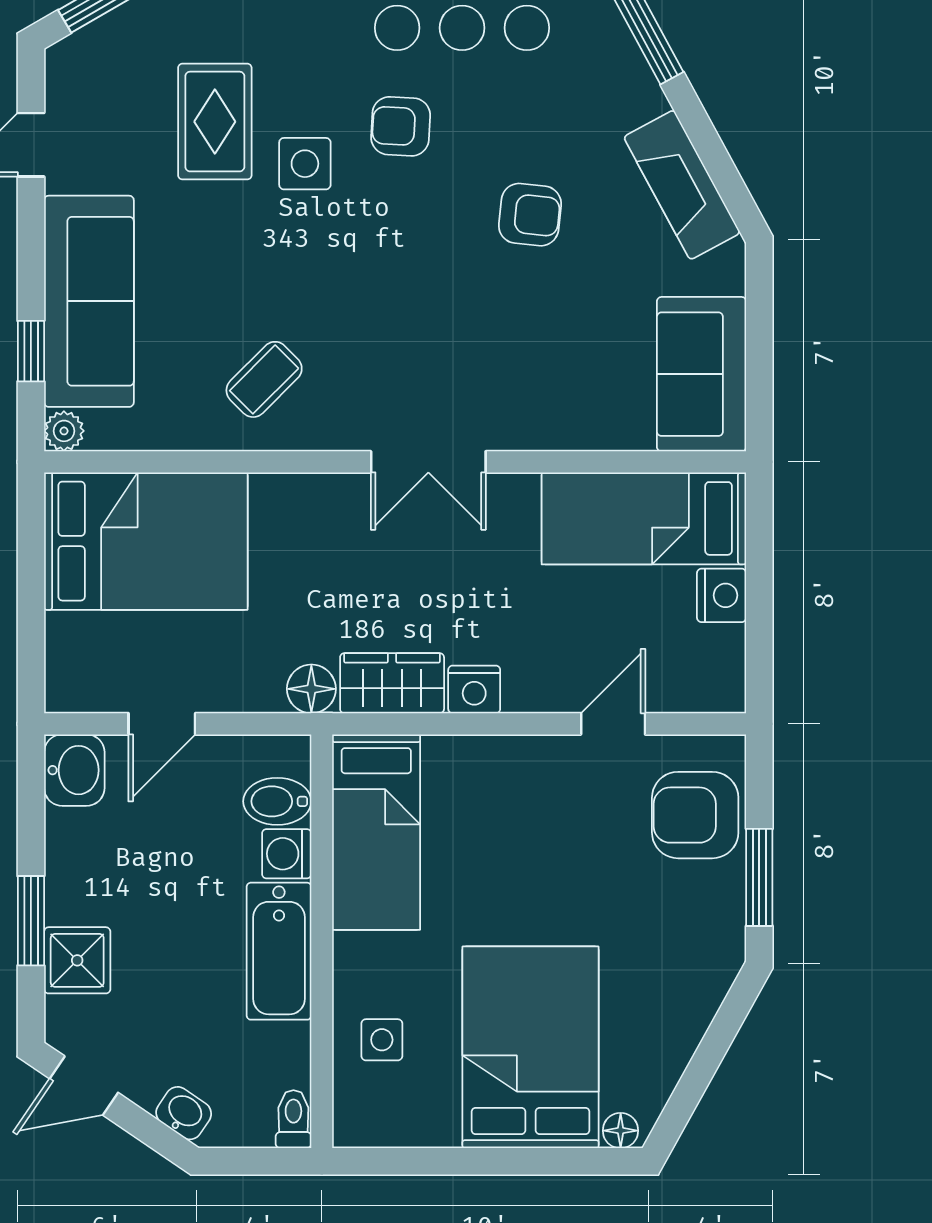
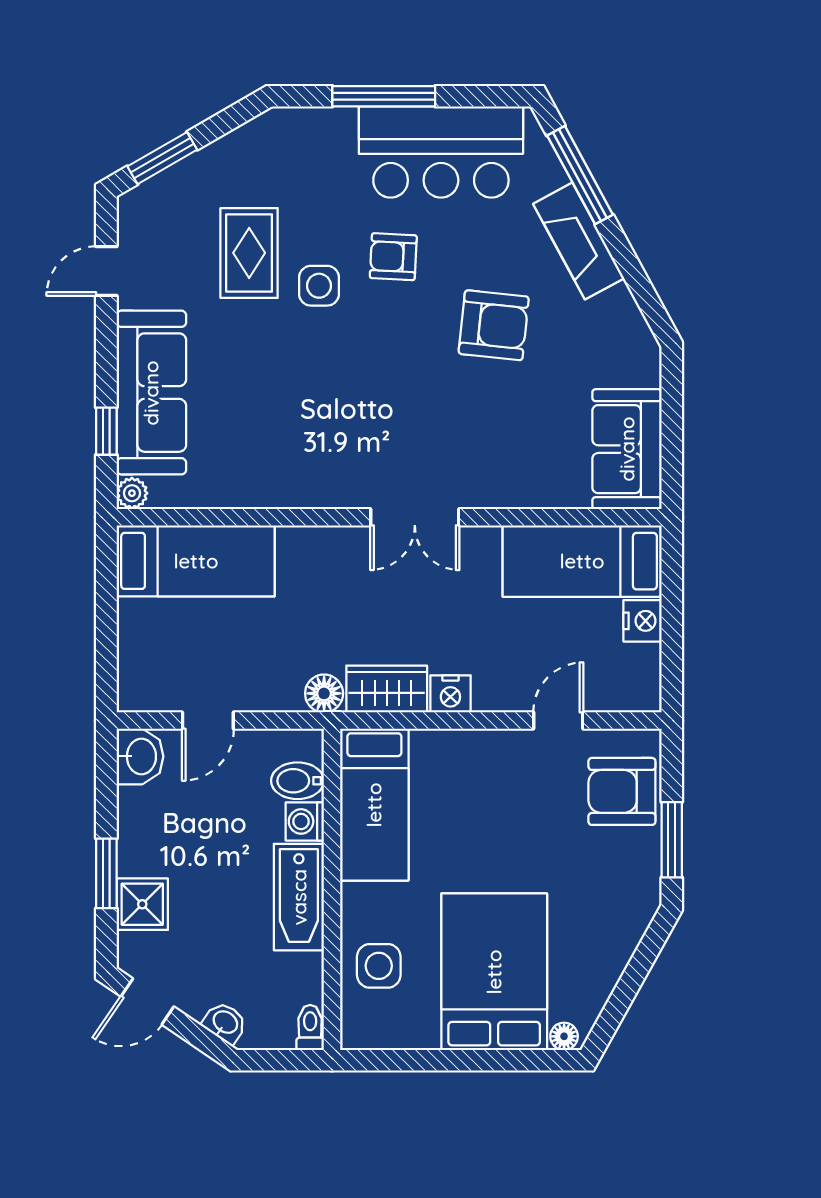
fireplace: (682, 185) -> (579, 241), moved
armchair: (530, 215) -> (494, 325), width x1.38, depth x1.38
coffee table: (264, 379) -> (287, 453), removed
bed: (146, 541) -> (196, 561), width x0.67
side table: (382, 1040) -> (379, 966), width x1.37, depth x1.37

